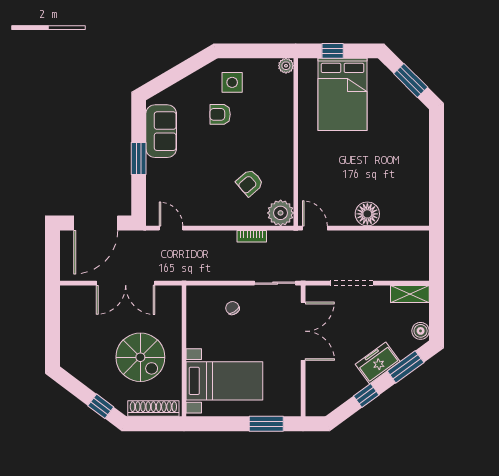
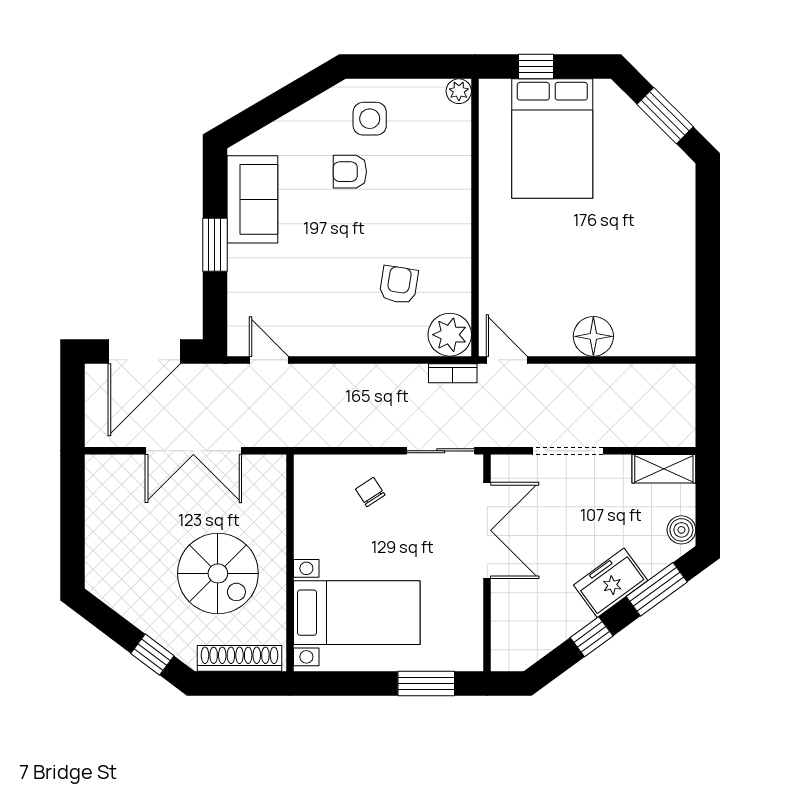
armchair: (250, 183) -> (399, 285), turned 140
bookcase: (252, 236) -> (453, 373), moved

